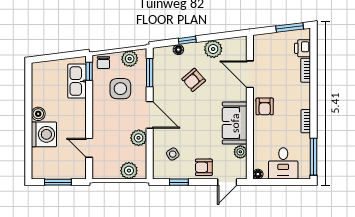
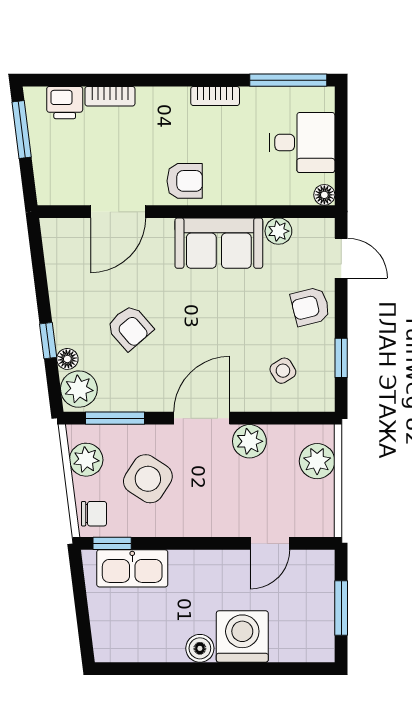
plant: (213, 49) -> (79, 389), moved
side table: (120, 89) -> (148, 479), turned 33
armchair: (204, 167) -> (310, 307), turned 76

